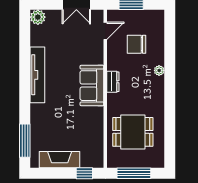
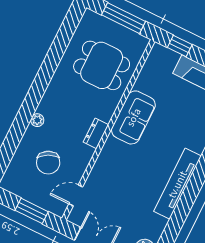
chair: (137, 44) -> (48, 163), turned 63
sofa: (92, 86) -> (133, 117), moved

